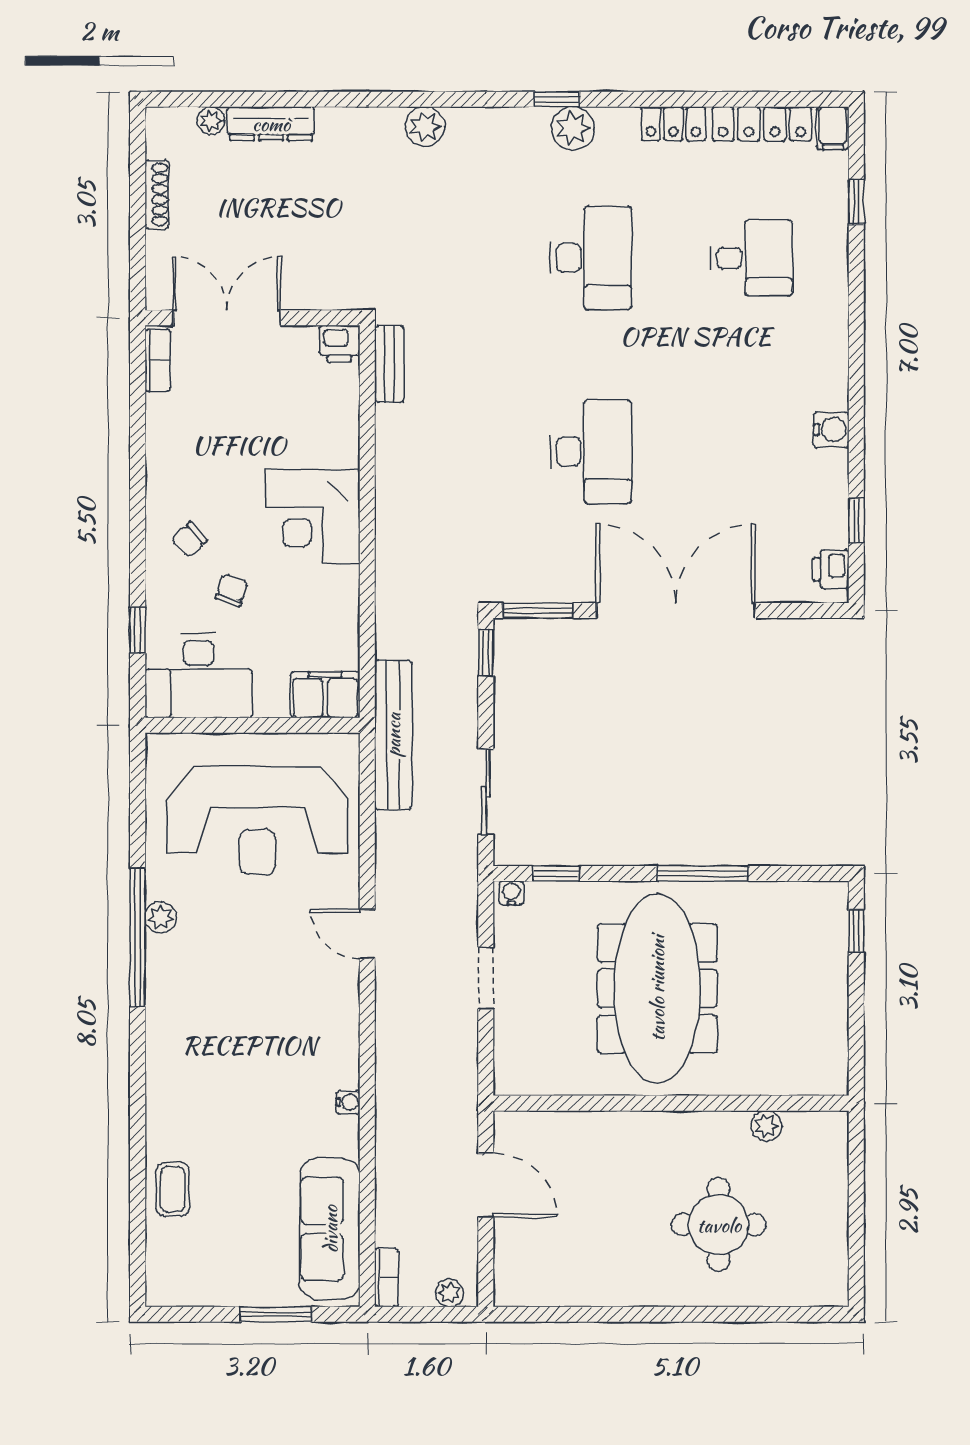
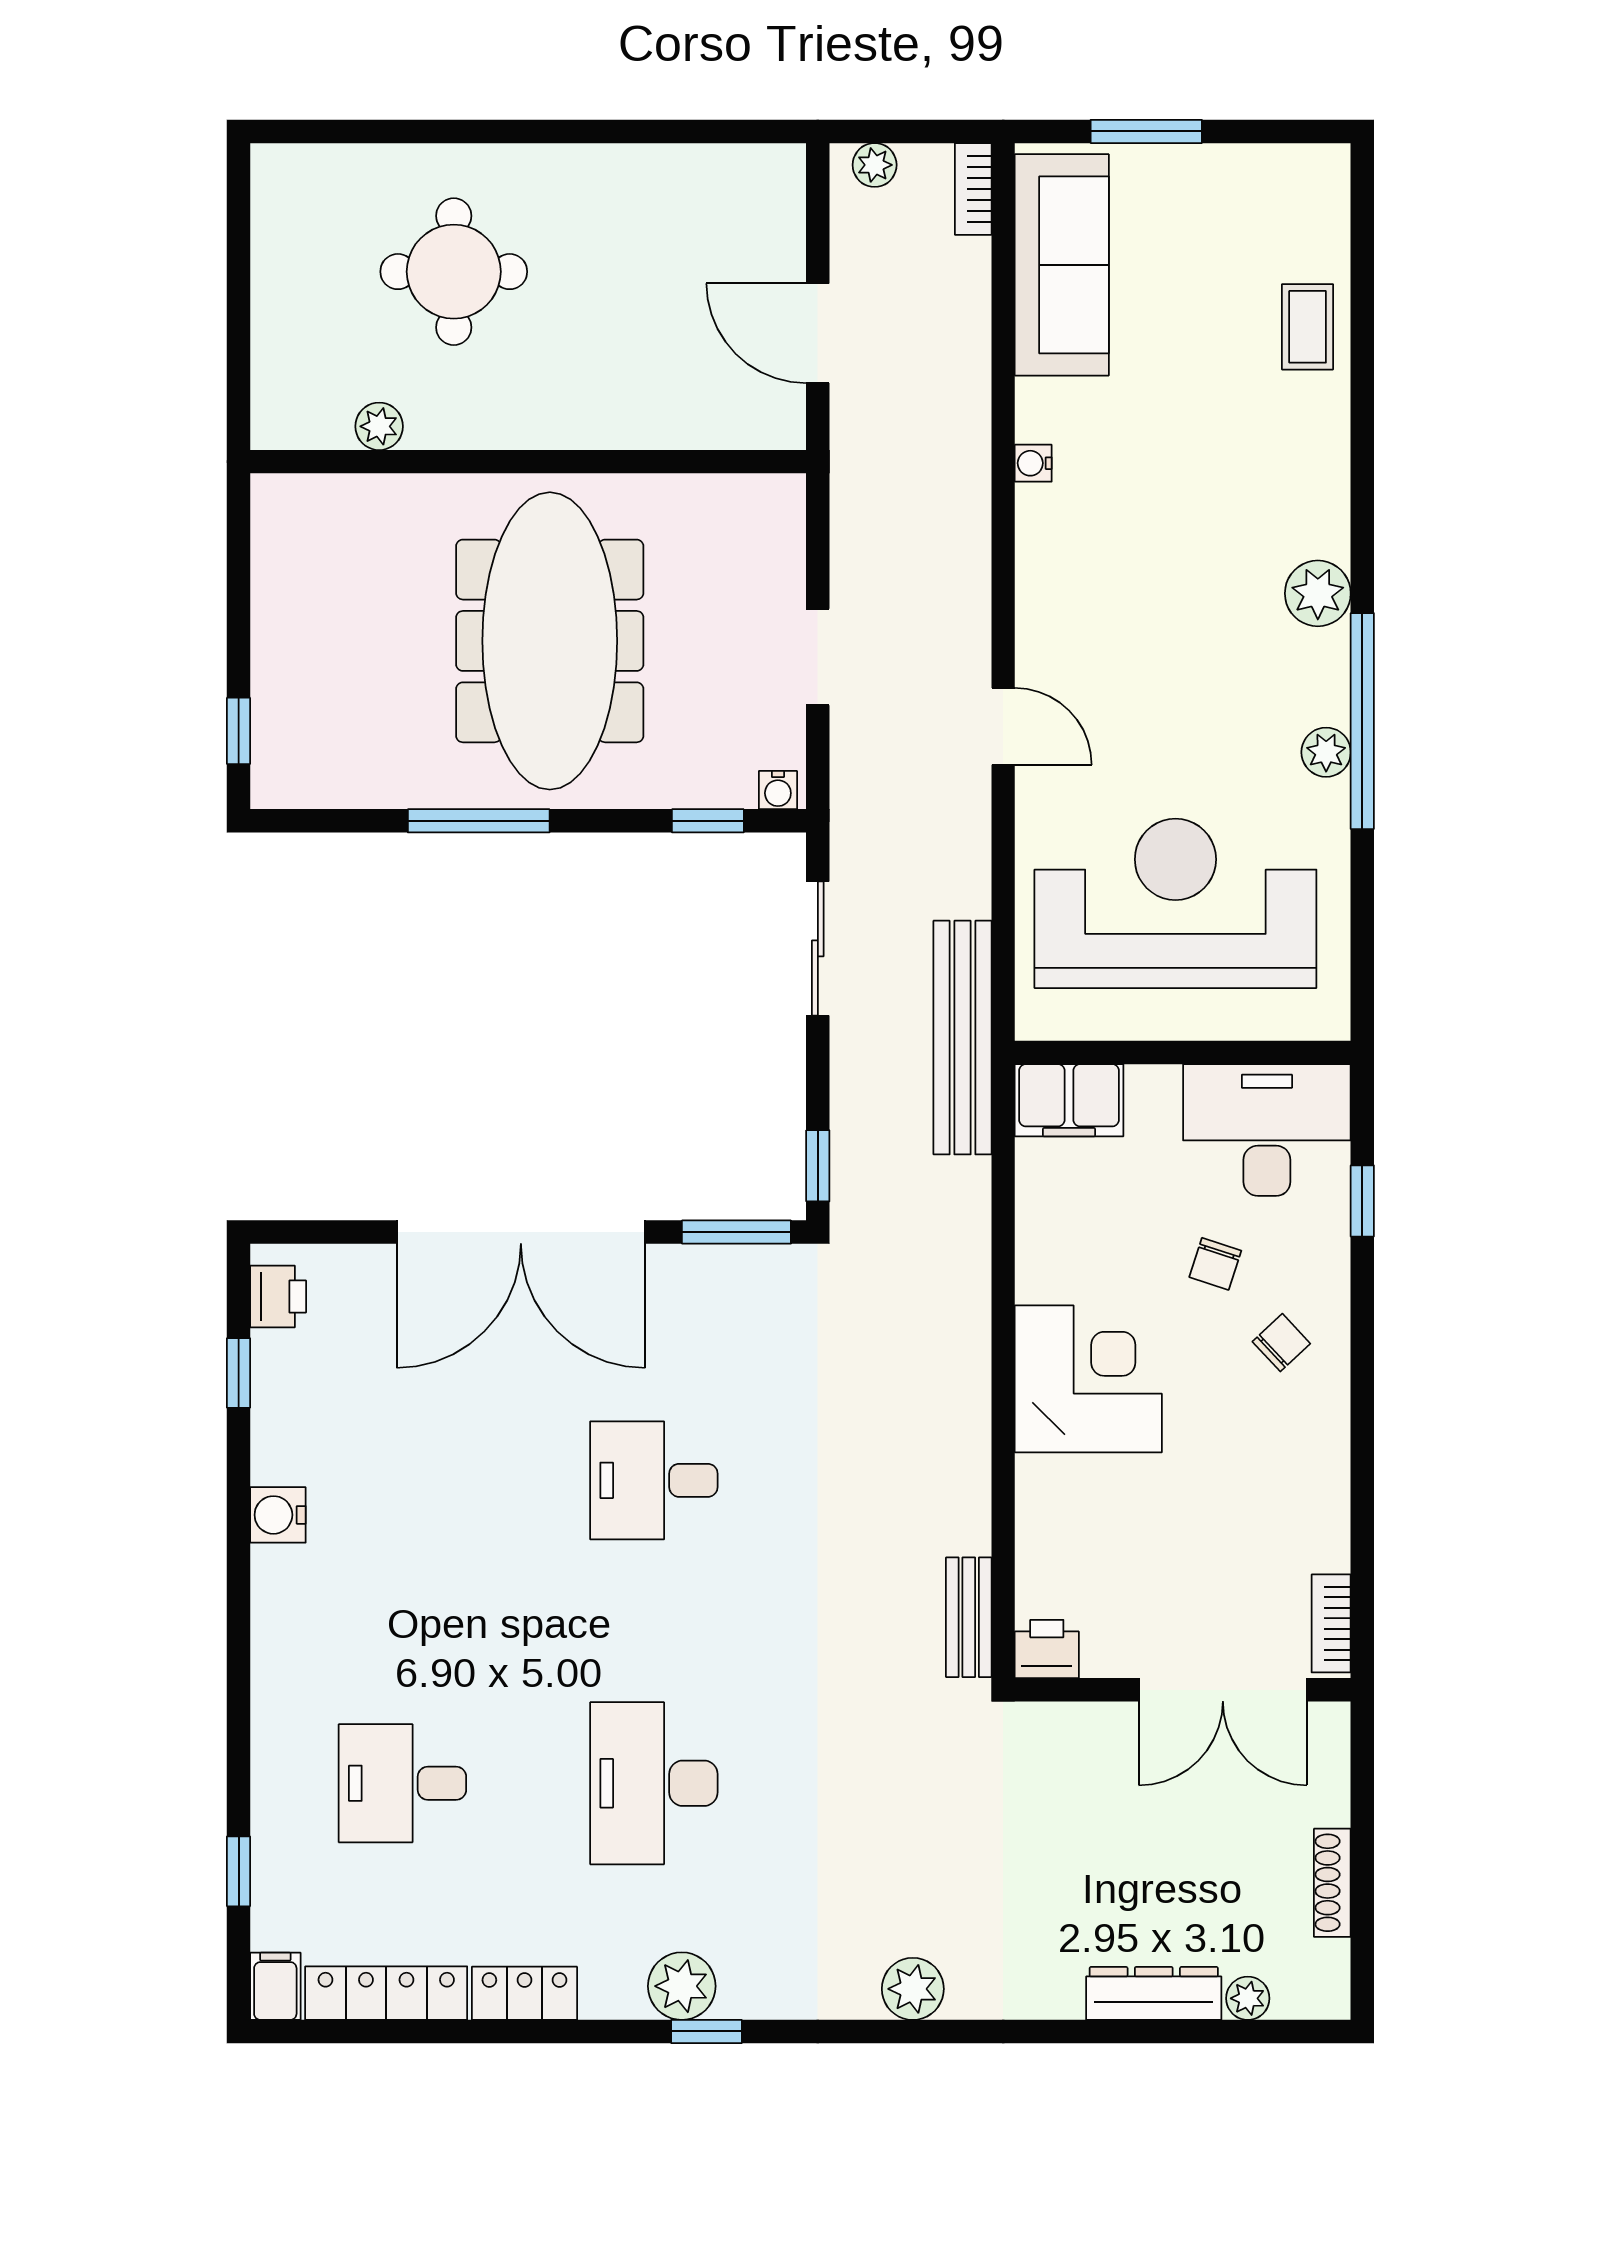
desk: (591, 452) -> (654, 1480), width x0.73
plant: (166, 1019) -> (1318, 593), added

